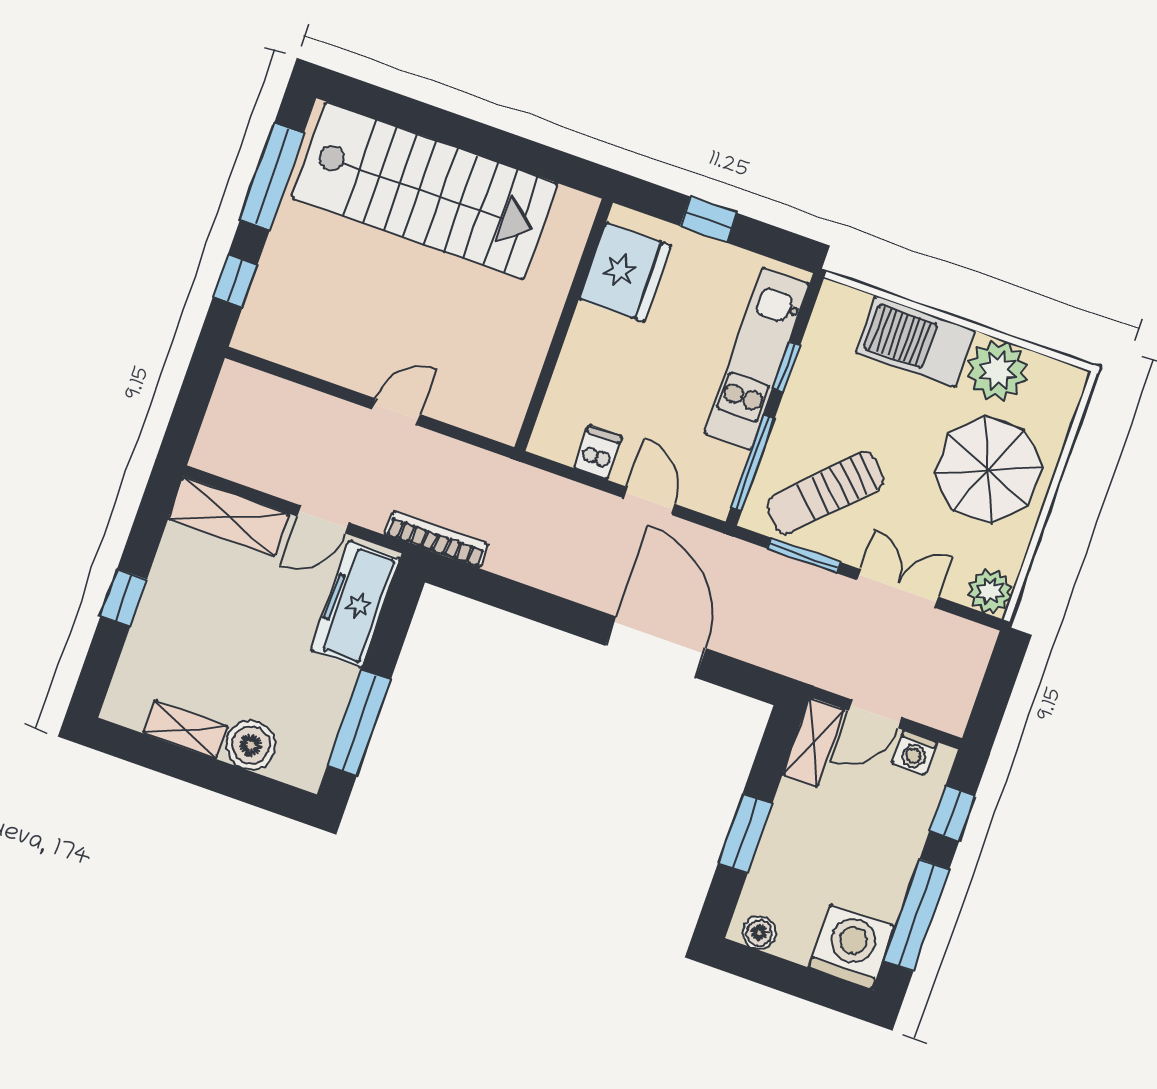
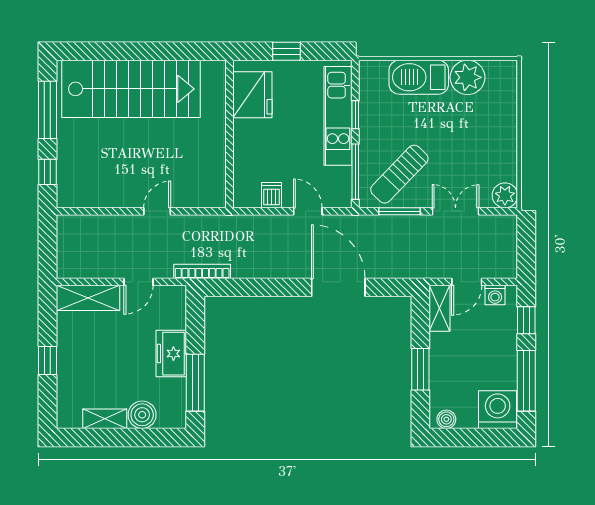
parasol: (988, 470) -> (481, 132), removed
freezer: (355, 604) -> (171, 354), moved, width x0.71

